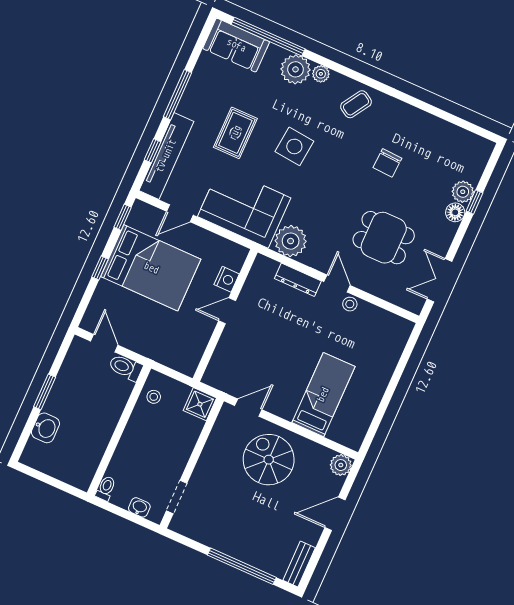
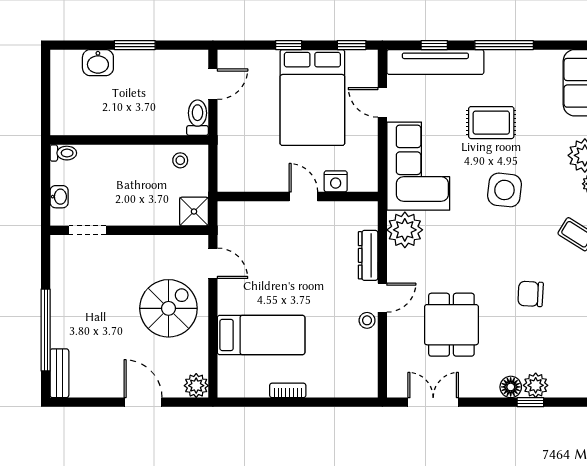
bookcase: (378, 393) -> (288, 390), added
bench: (299, 564) -> (59, 373), moved, turned 90

